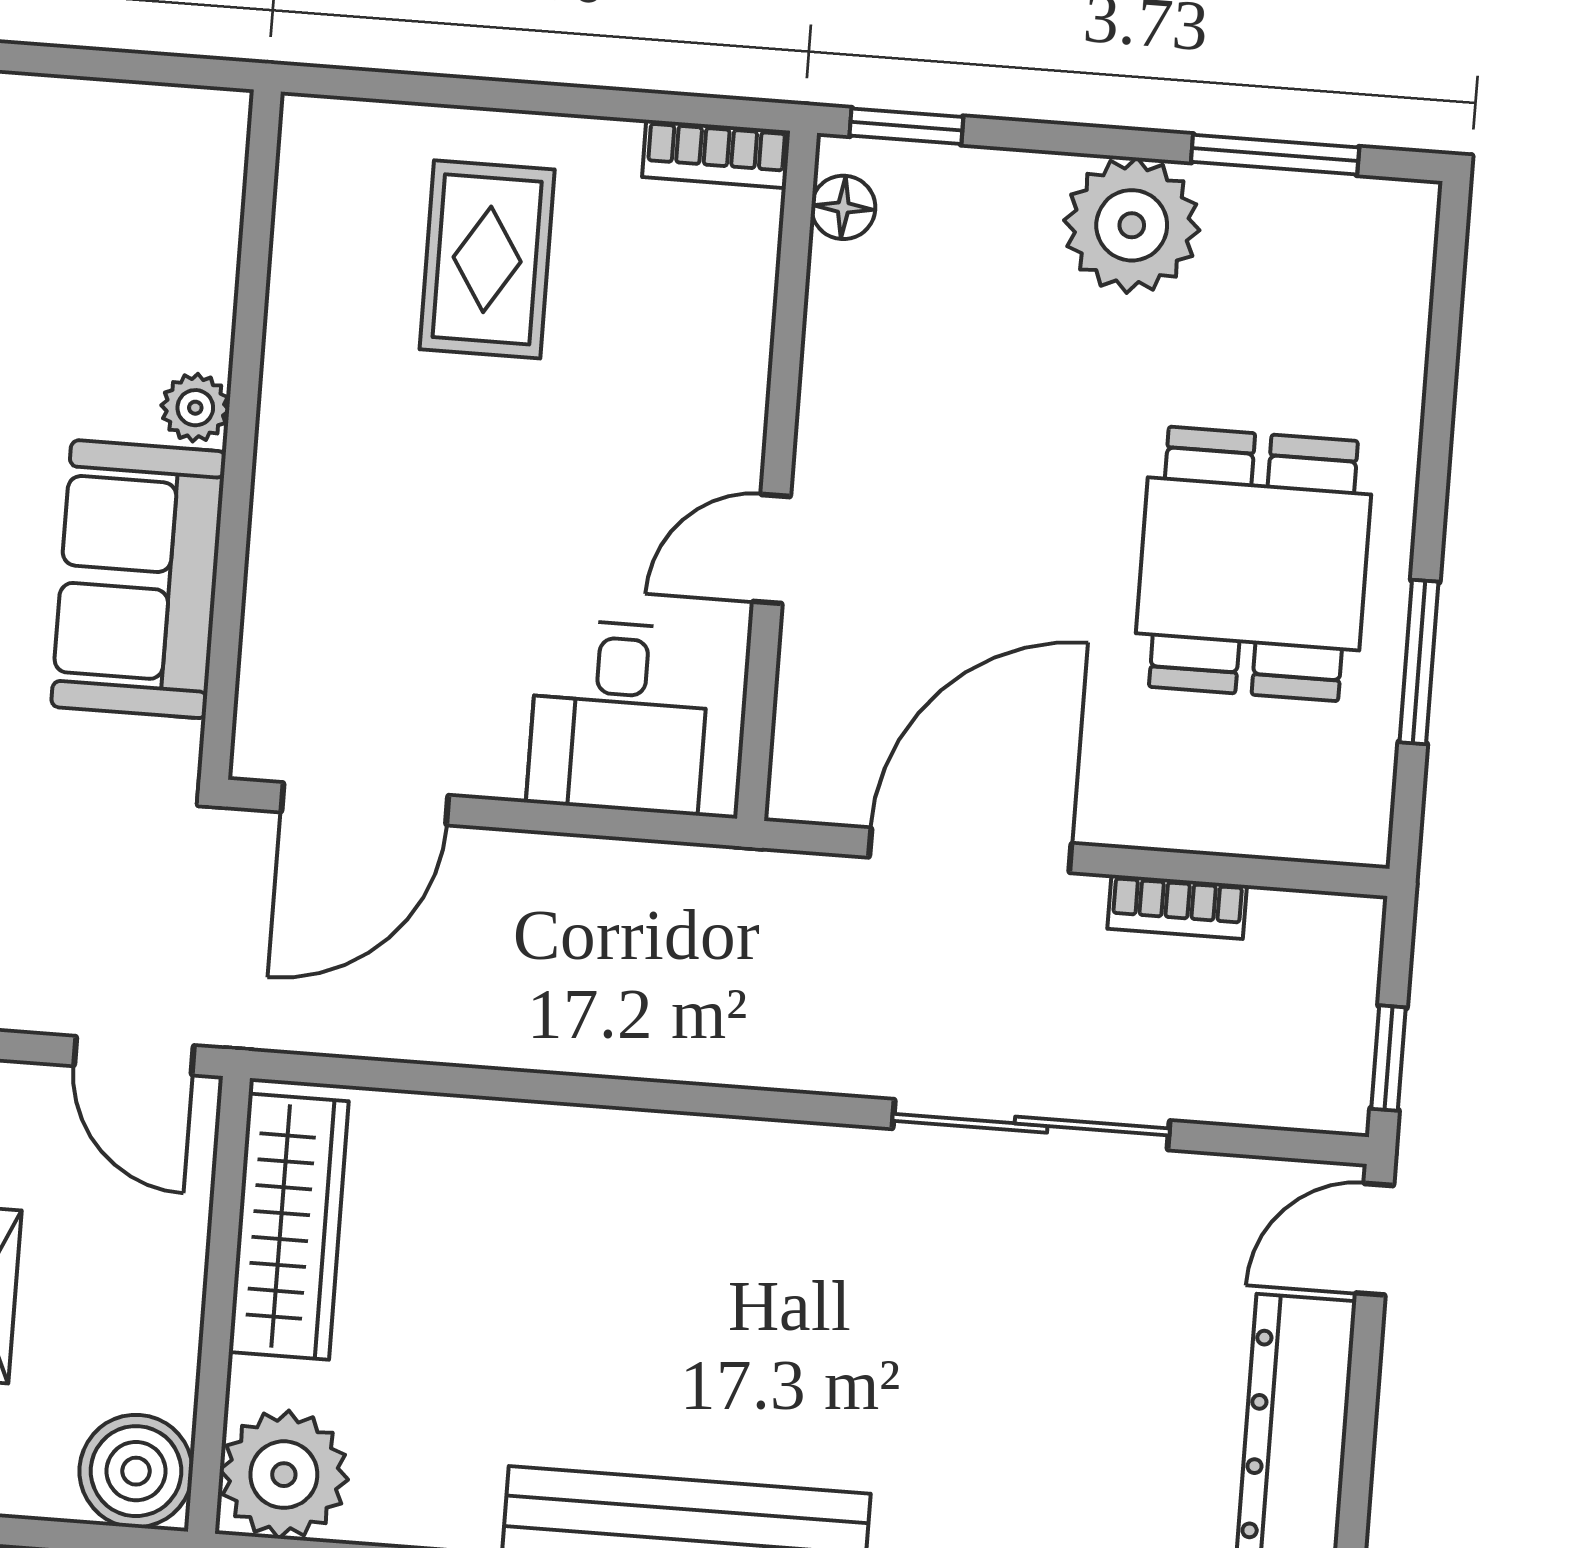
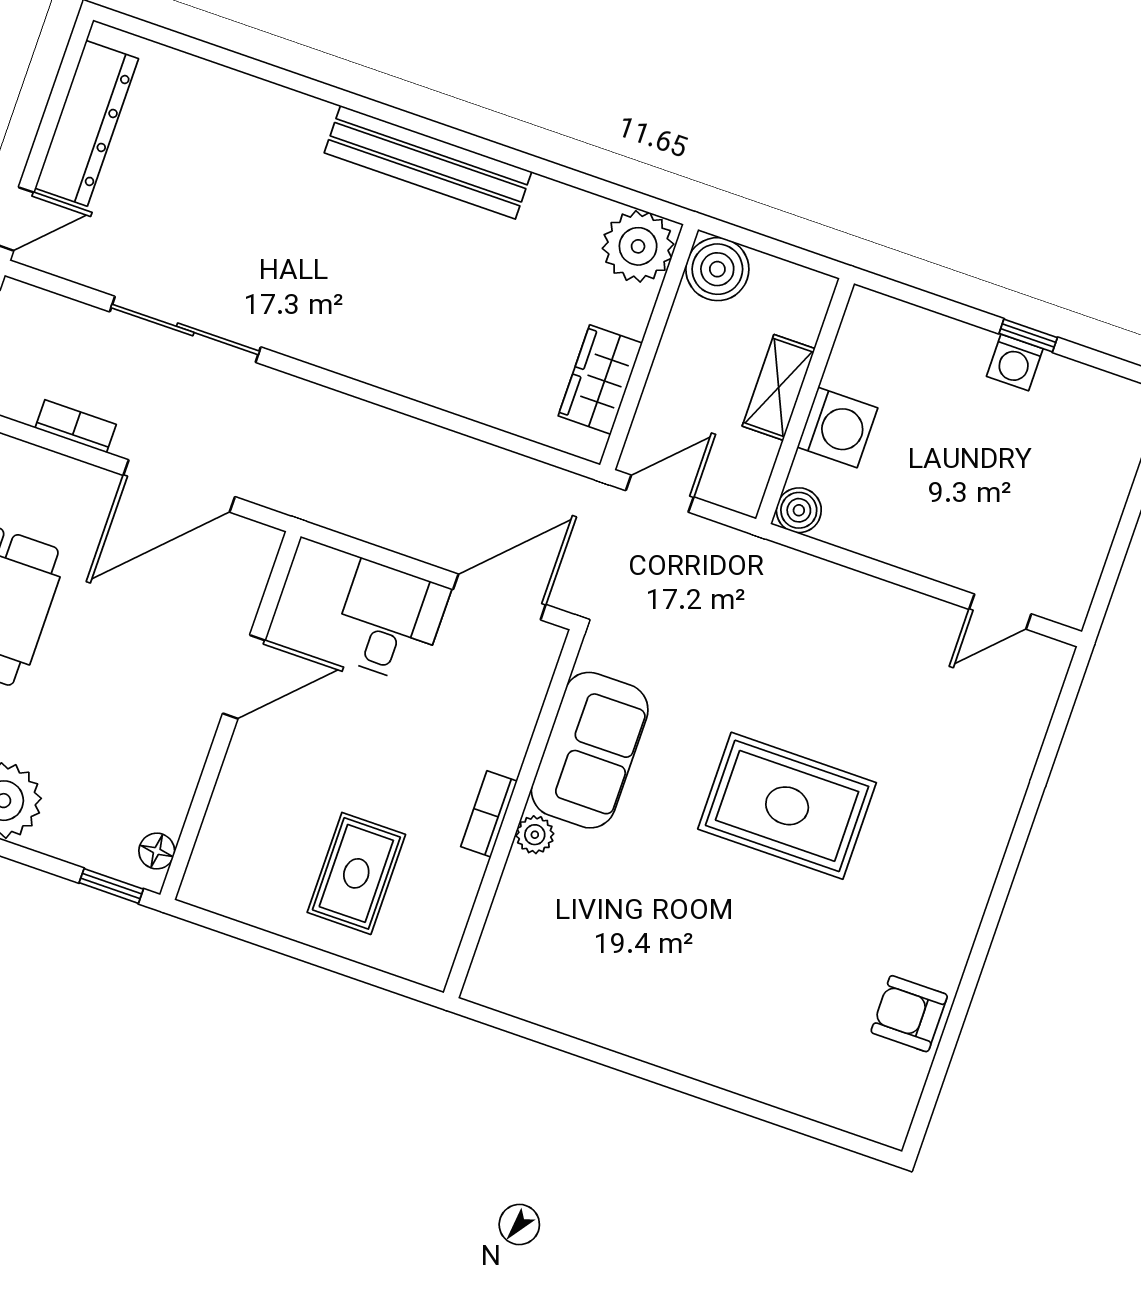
bookcase: (716, 154) -> (489, 814), moved, turned -90
door: (771, 549) -> (244, 677), width x1.37
desk: (619, 717) -> (390, 622), moved
door: (134, 1056) -> (660, 494), hinge flipped
wardrobe: (289, 1227) -> (600, 380), width x0.67

